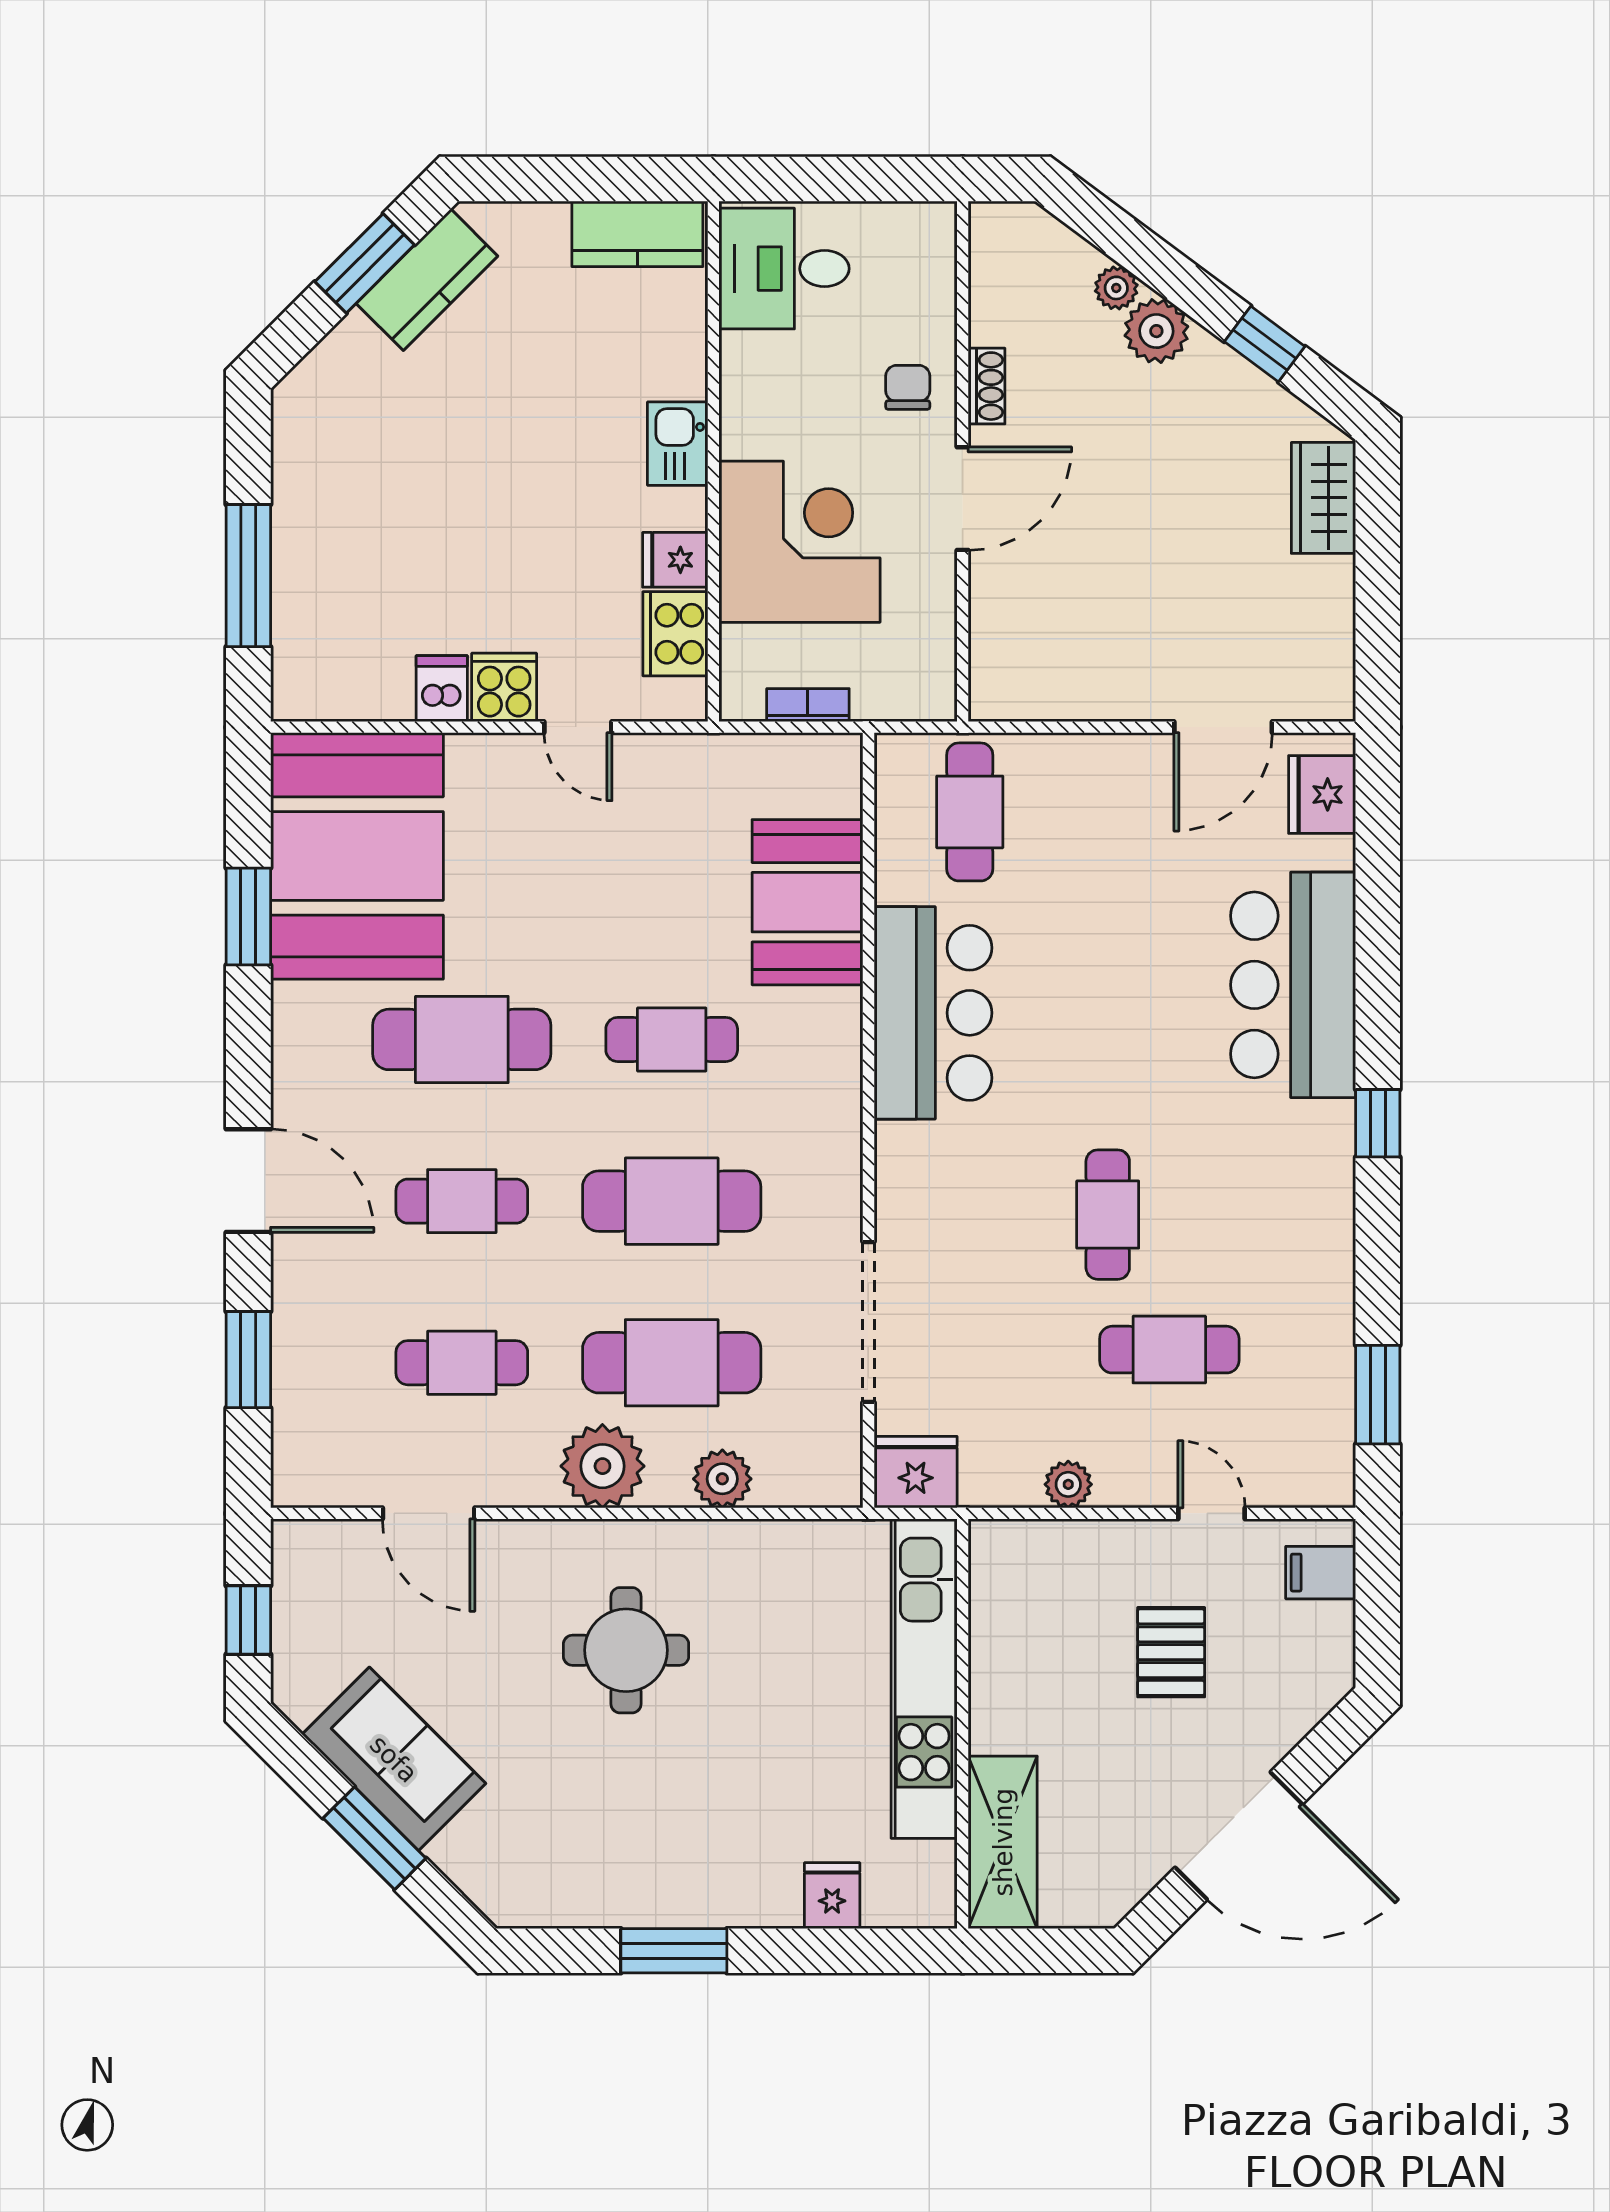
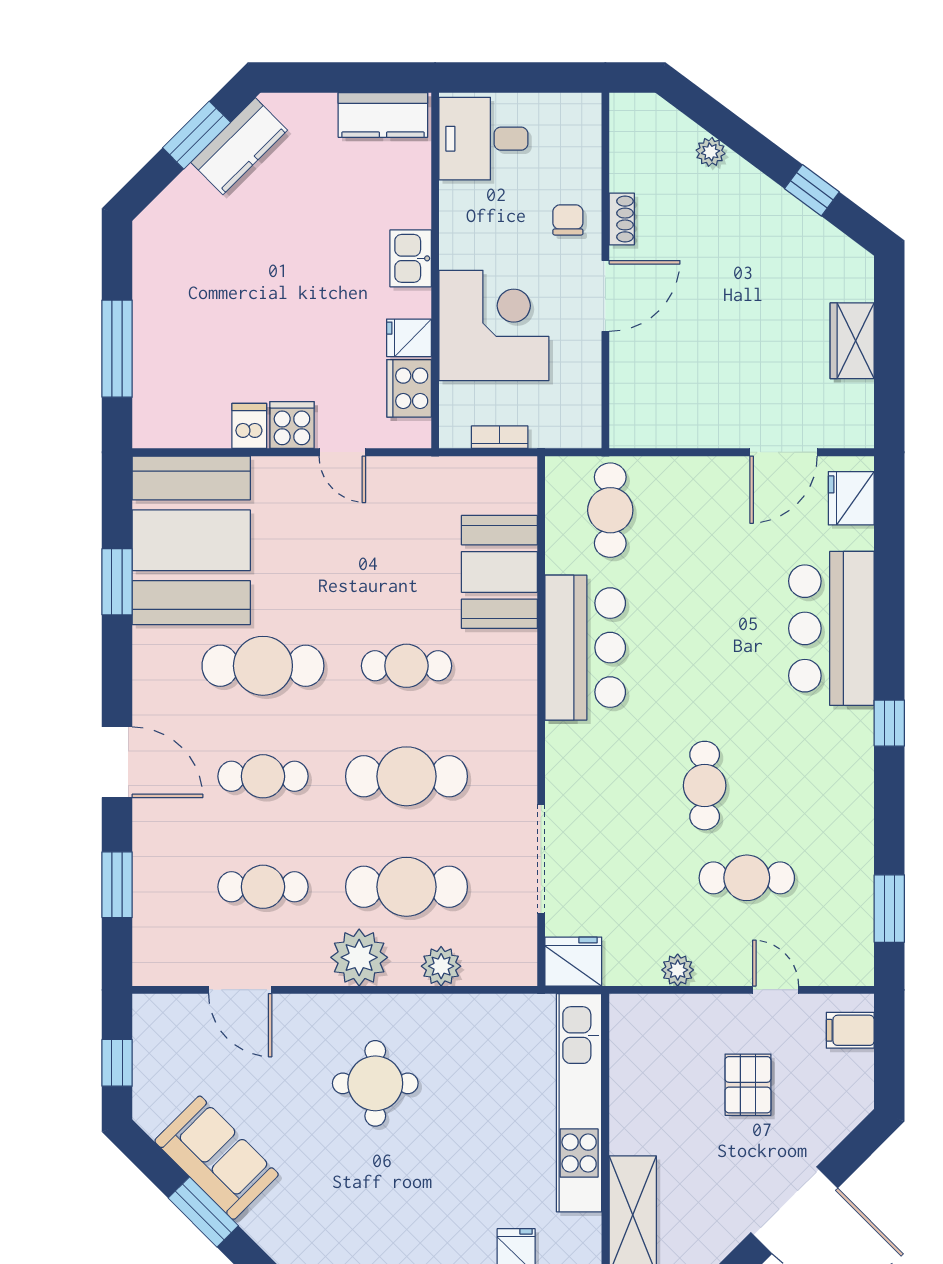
plant: (1156, 331) -> (738, 181), removed
wardrobe: (1323, 498) -> (852, 341), moved

